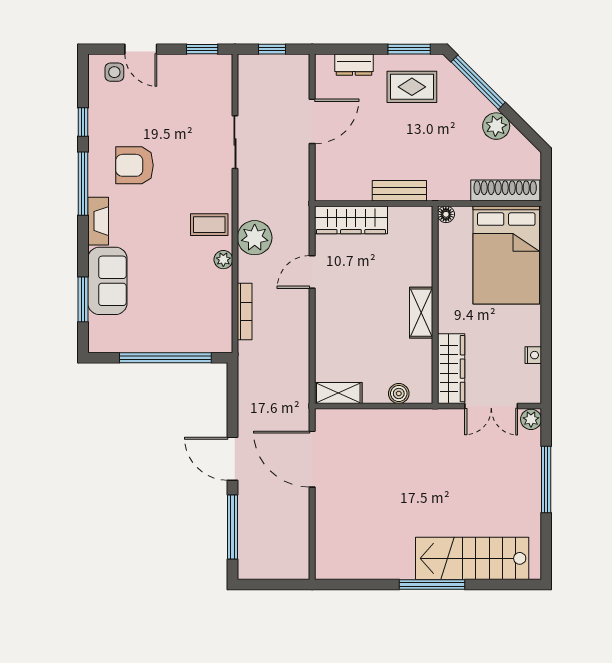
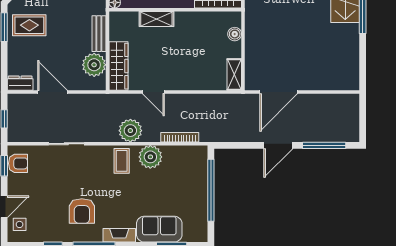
dresser: (354, 65) -> (20, 83), moved, turned -90
armchair: (206, 70) -> (18, 163), added
rug: (412, 87) -> (29, 25), turned 90
plant: (353, 183) -> (94, 65), added
plant: (223, 260) -> (150, 157), width x1.87, depth x1.87
shelving: (421, 313) -> (156, 19), moved

